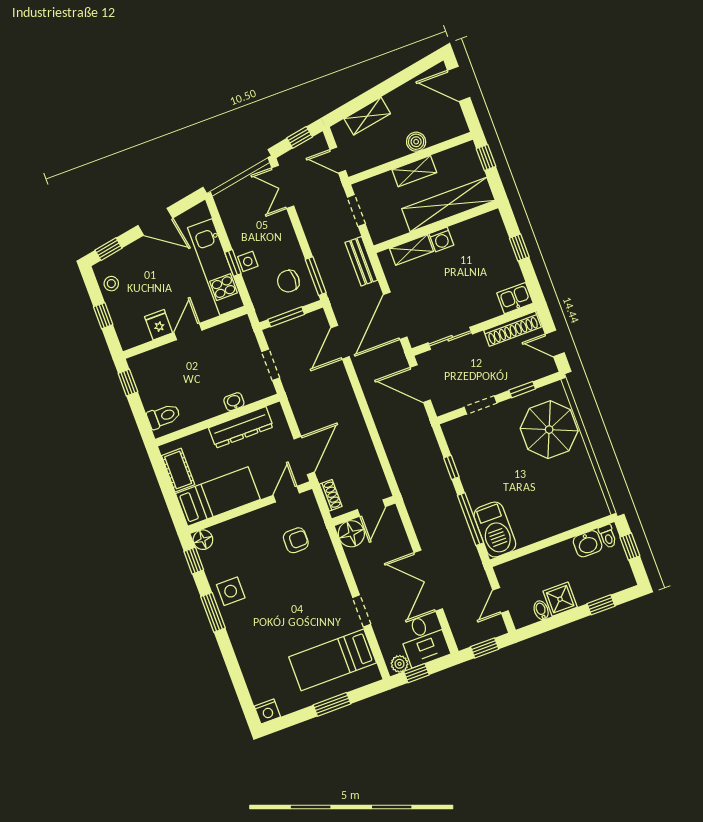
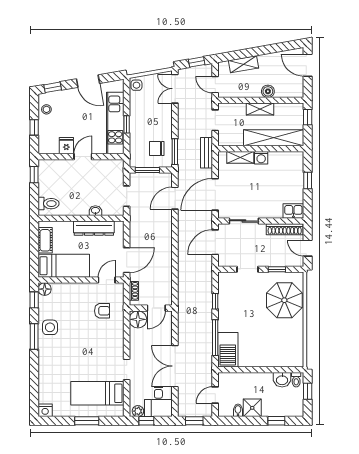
side table: (248, 261) -> (136, 85), moved
door: (420, 384) -> (215, 242), hinge flipped

